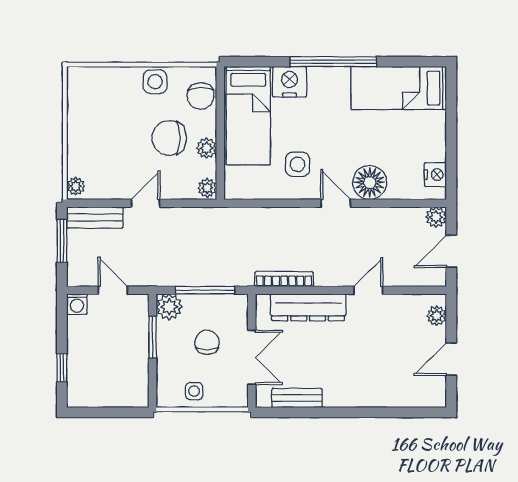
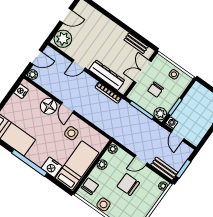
chair: (169, 138) -> (128, 185), moved, turned 180
washing machine: (77, 304) -> (171, 123), moved
plant: (437, 316) -> (63, 39), width x1.88, depth x1.88

